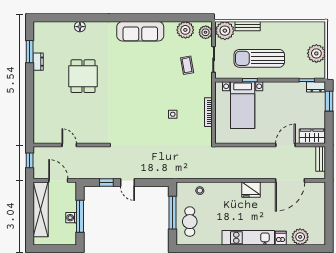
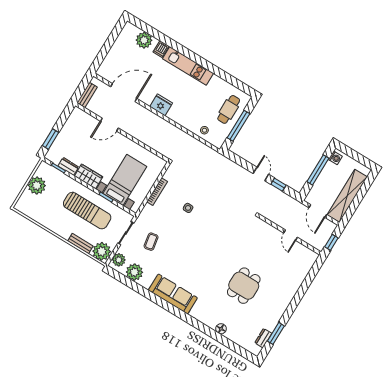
dresser: (38, 62) -> (263, 338), moved
dresser: (316, 87) -> (68, 166), moved
wardrobe: (312, 136) -> (89, 176), moved, turned 180
washing machine: (71, 218) -> (335, 158), moved

